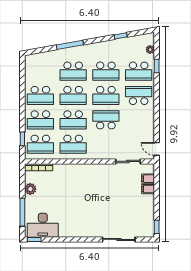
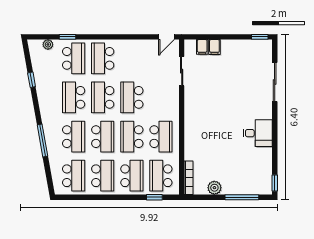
school desk: (40, 71) -> (74, 176), added
school desk: (106, 71) -> (74, 97), turned 180
school desk: (106, 95) -> (103, 97), turned 180
school desk: (73, 120) -> (132, 137), turned 180
school desk: (40, 144) -> (161, 176), turned 180
desk: (43, 225) -> (258, 133), moved, width x0.73

